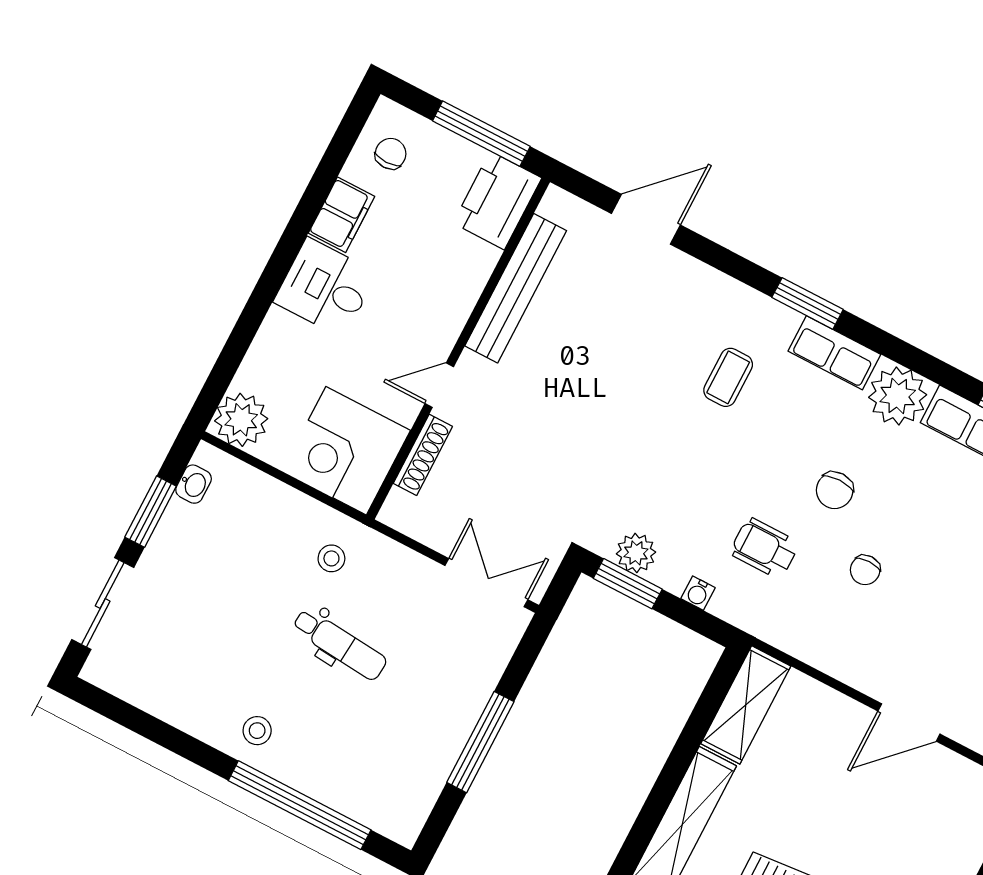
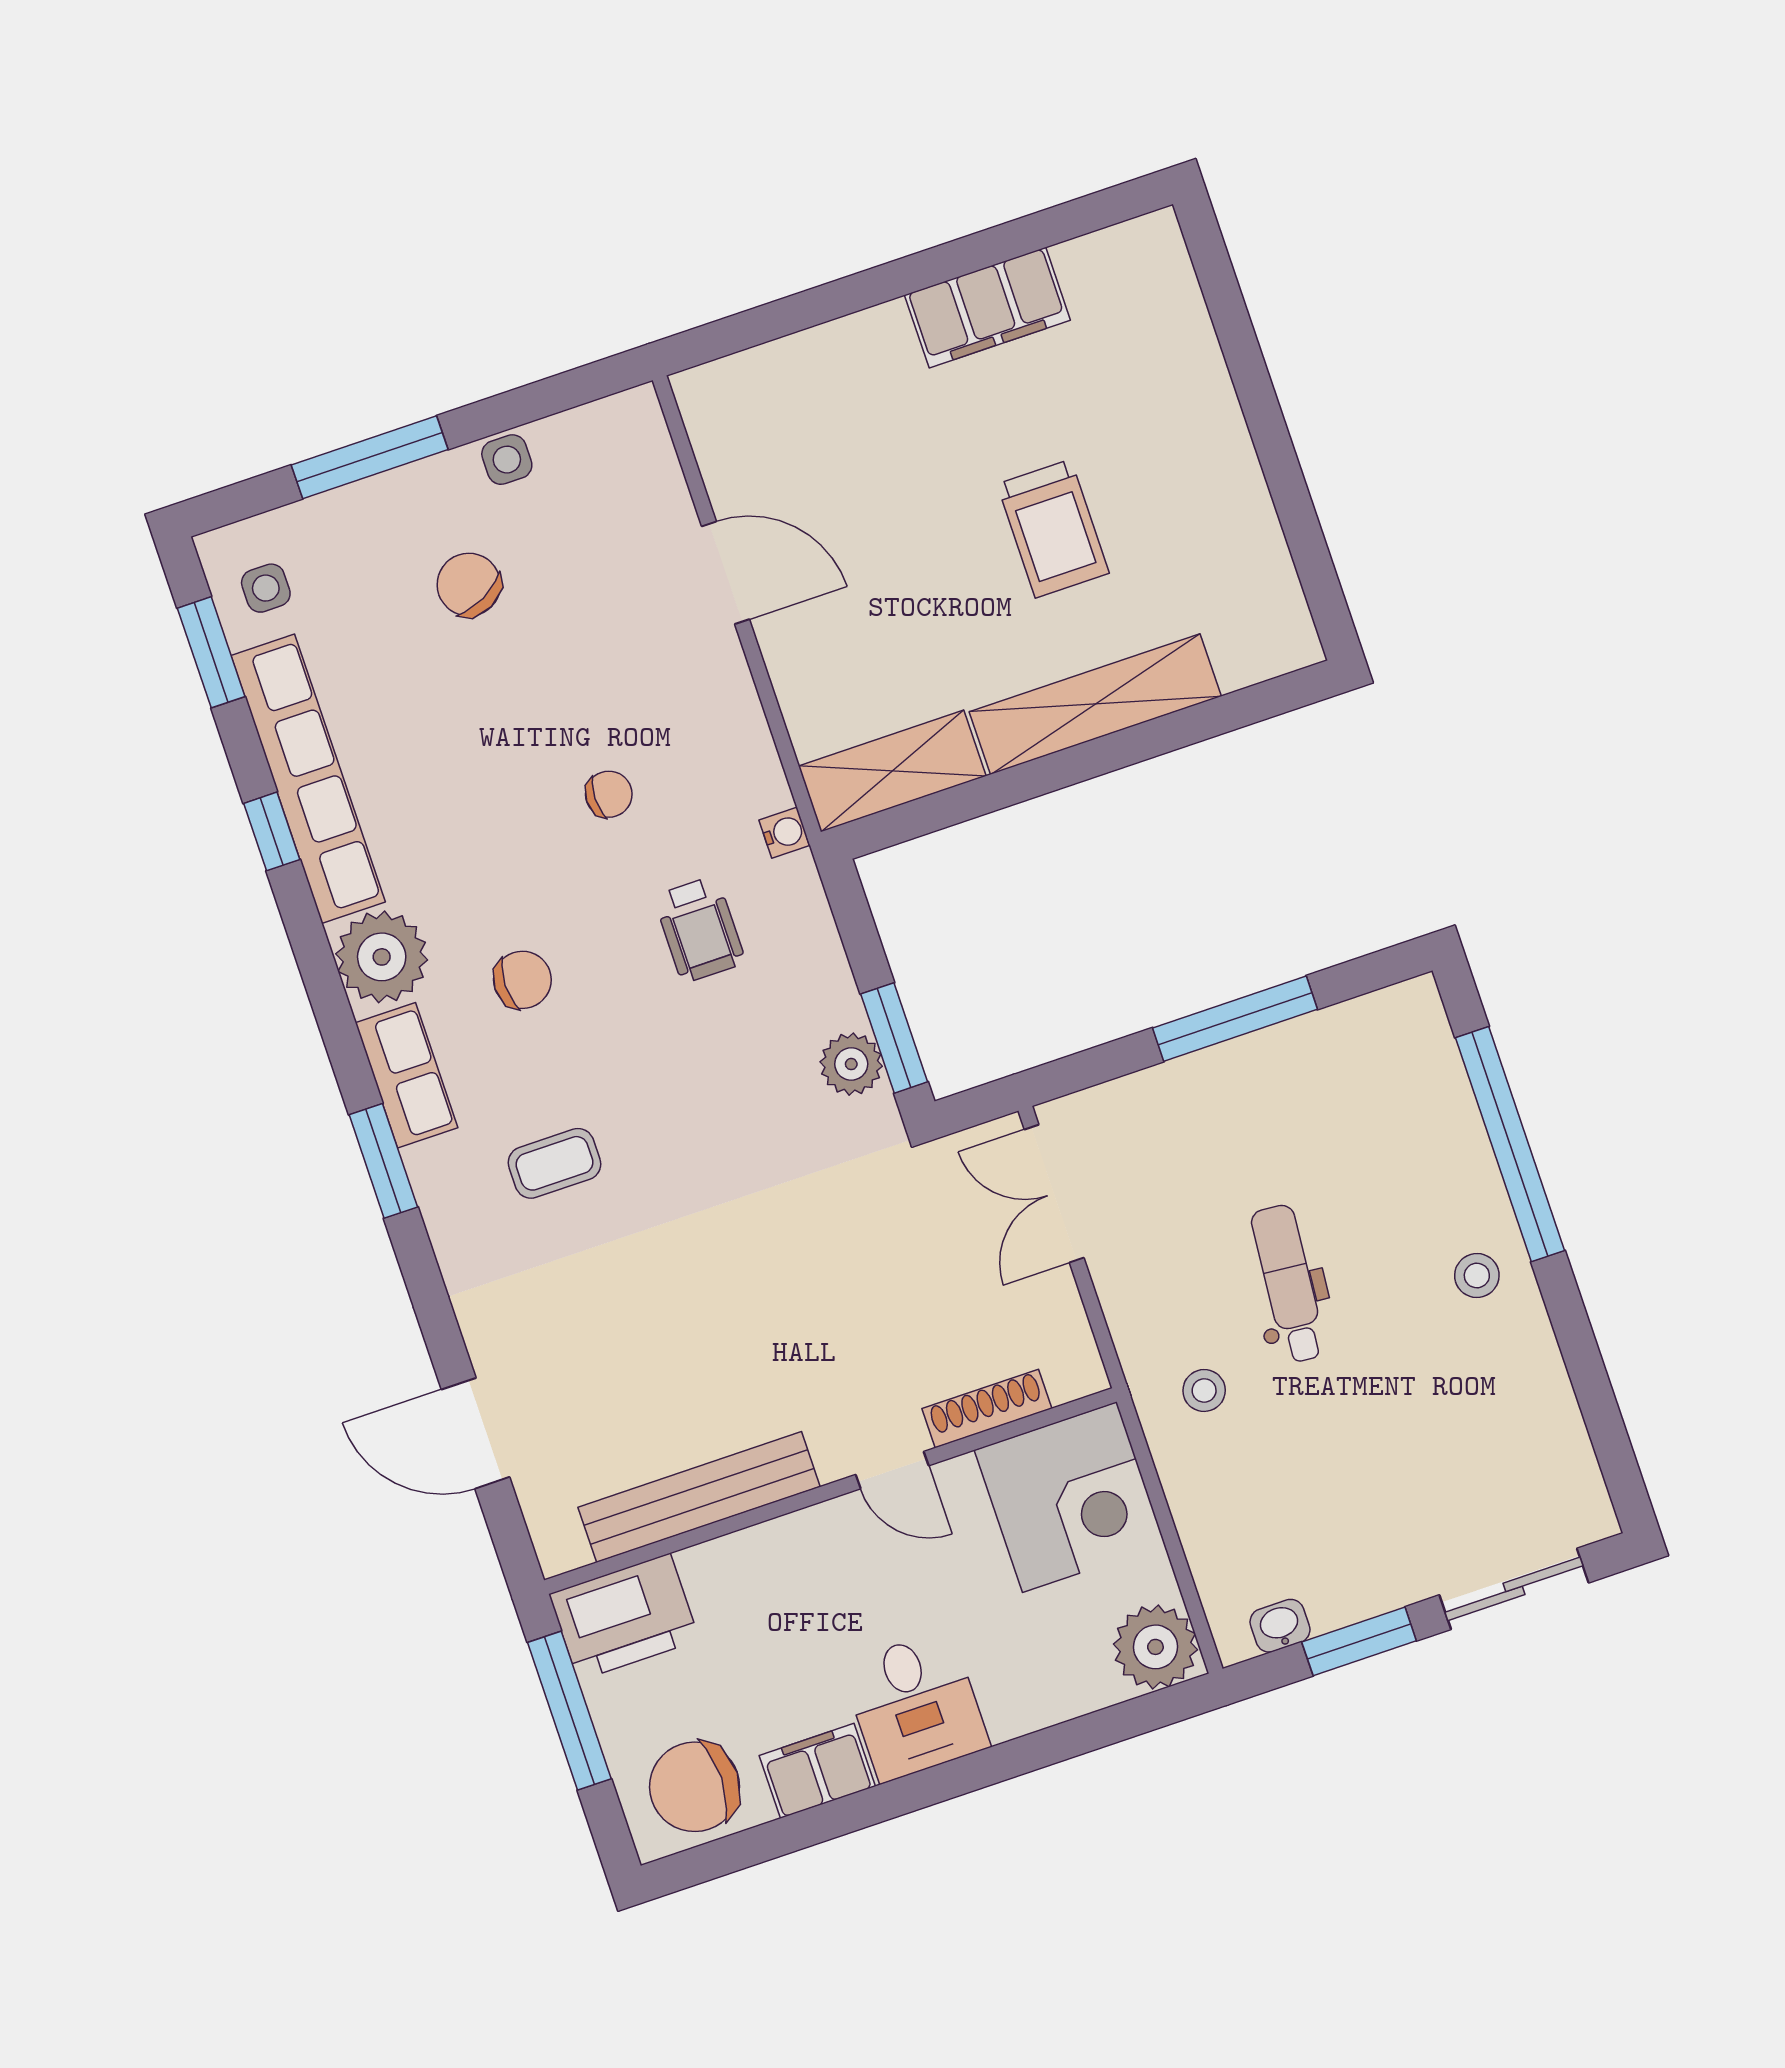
chair: (391, 154) -> (695, 1787), width x1.87, depth x1.87
chair: (835, 490) -> (522, 980), moved
water cooler: (698, 593) -> (785, 833), moved

